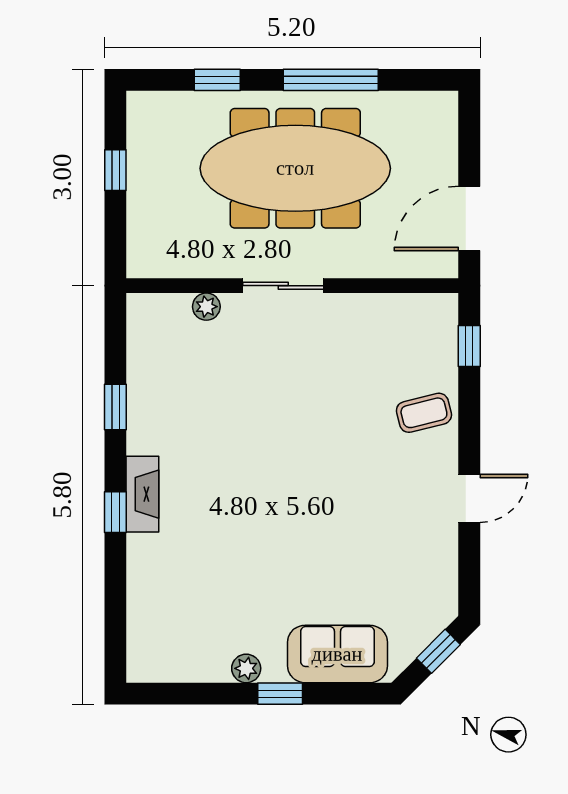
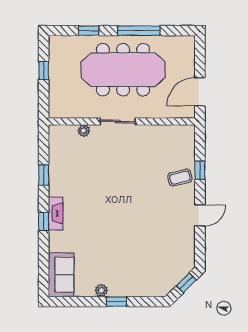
window: (469, 346) -> (200, 170), moved
sofa: (337, 654) -> (61, 275), moved, turned 90

